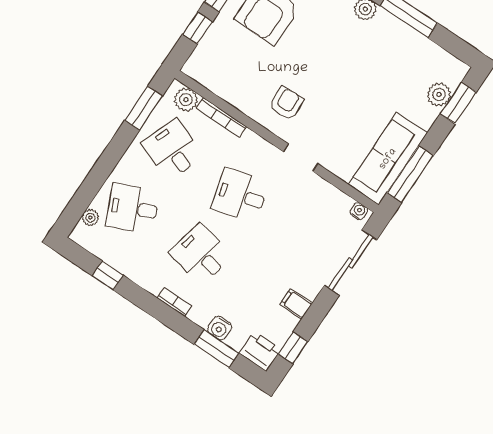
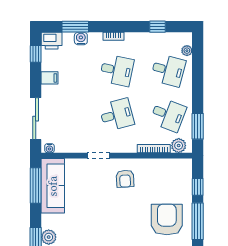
desk: (133, 208) -> (168, 70), turned 39

